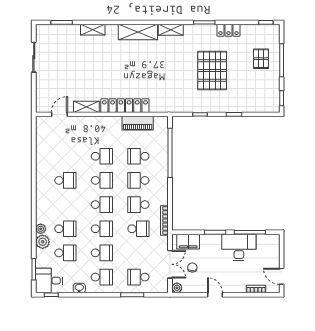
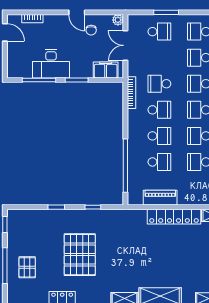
chair: (192, 268) -> (91, 30), moved

